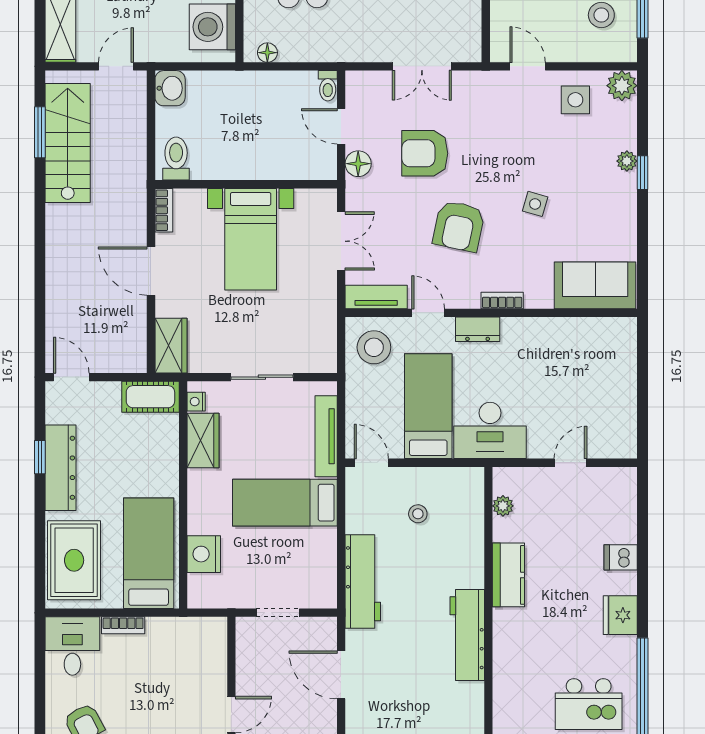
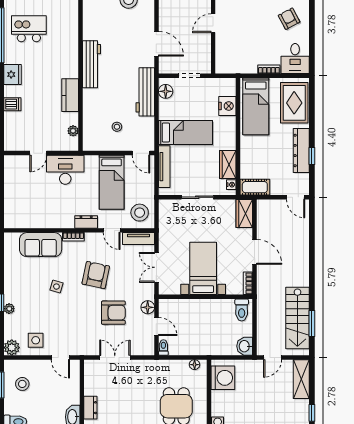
sofa: (595, 285) -> (41, 245), moved
desk: (490, 430) -> (65, 170), moved
floor lamp: (323, 582) -> (166, 91), added

